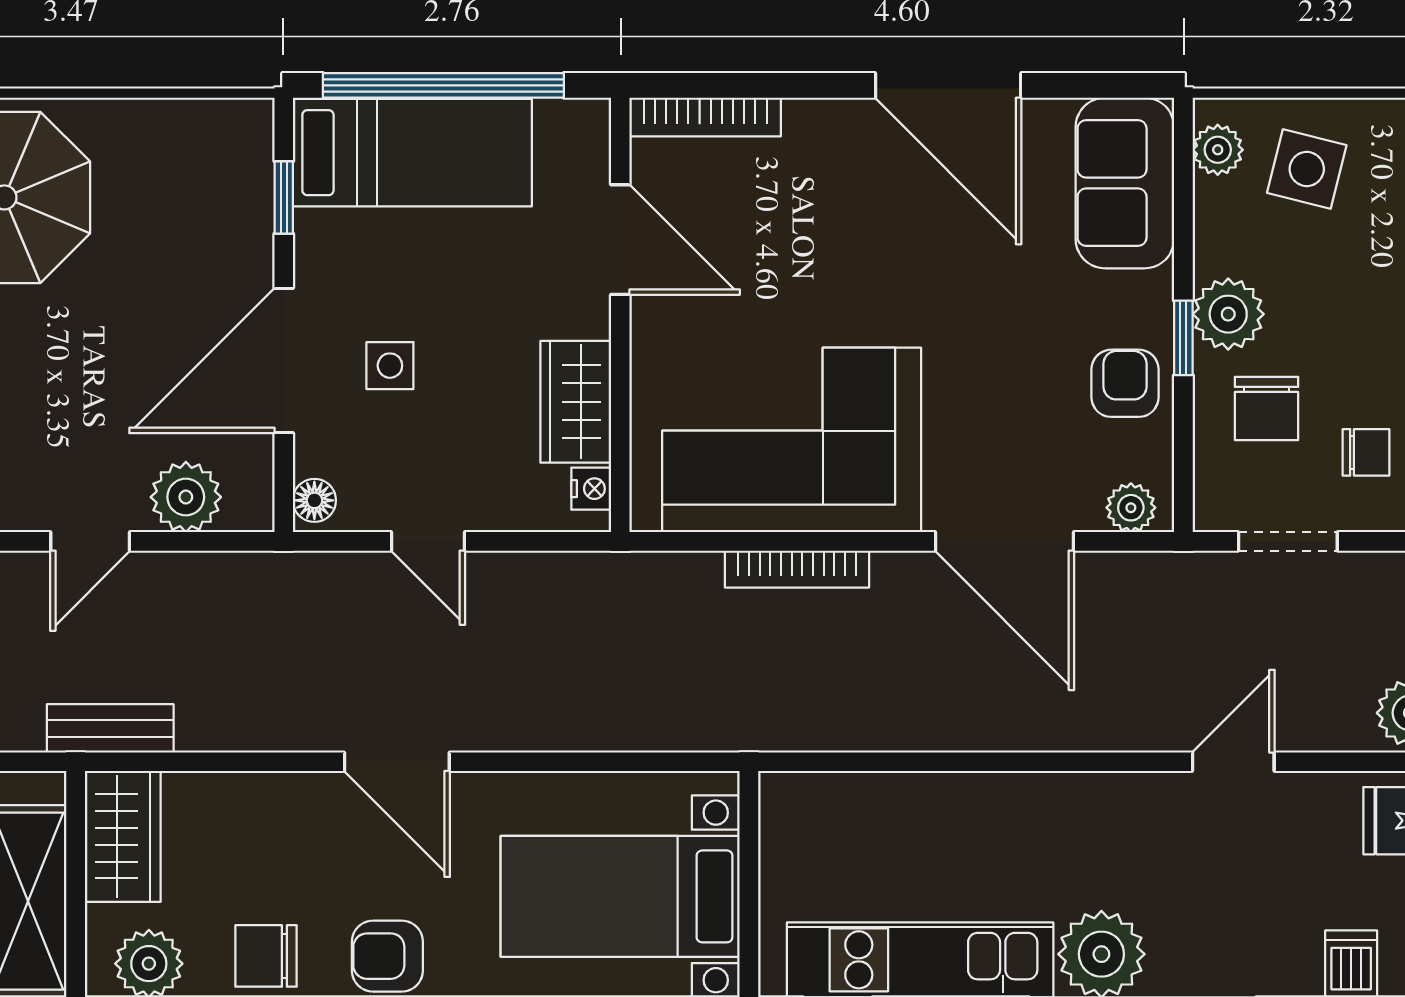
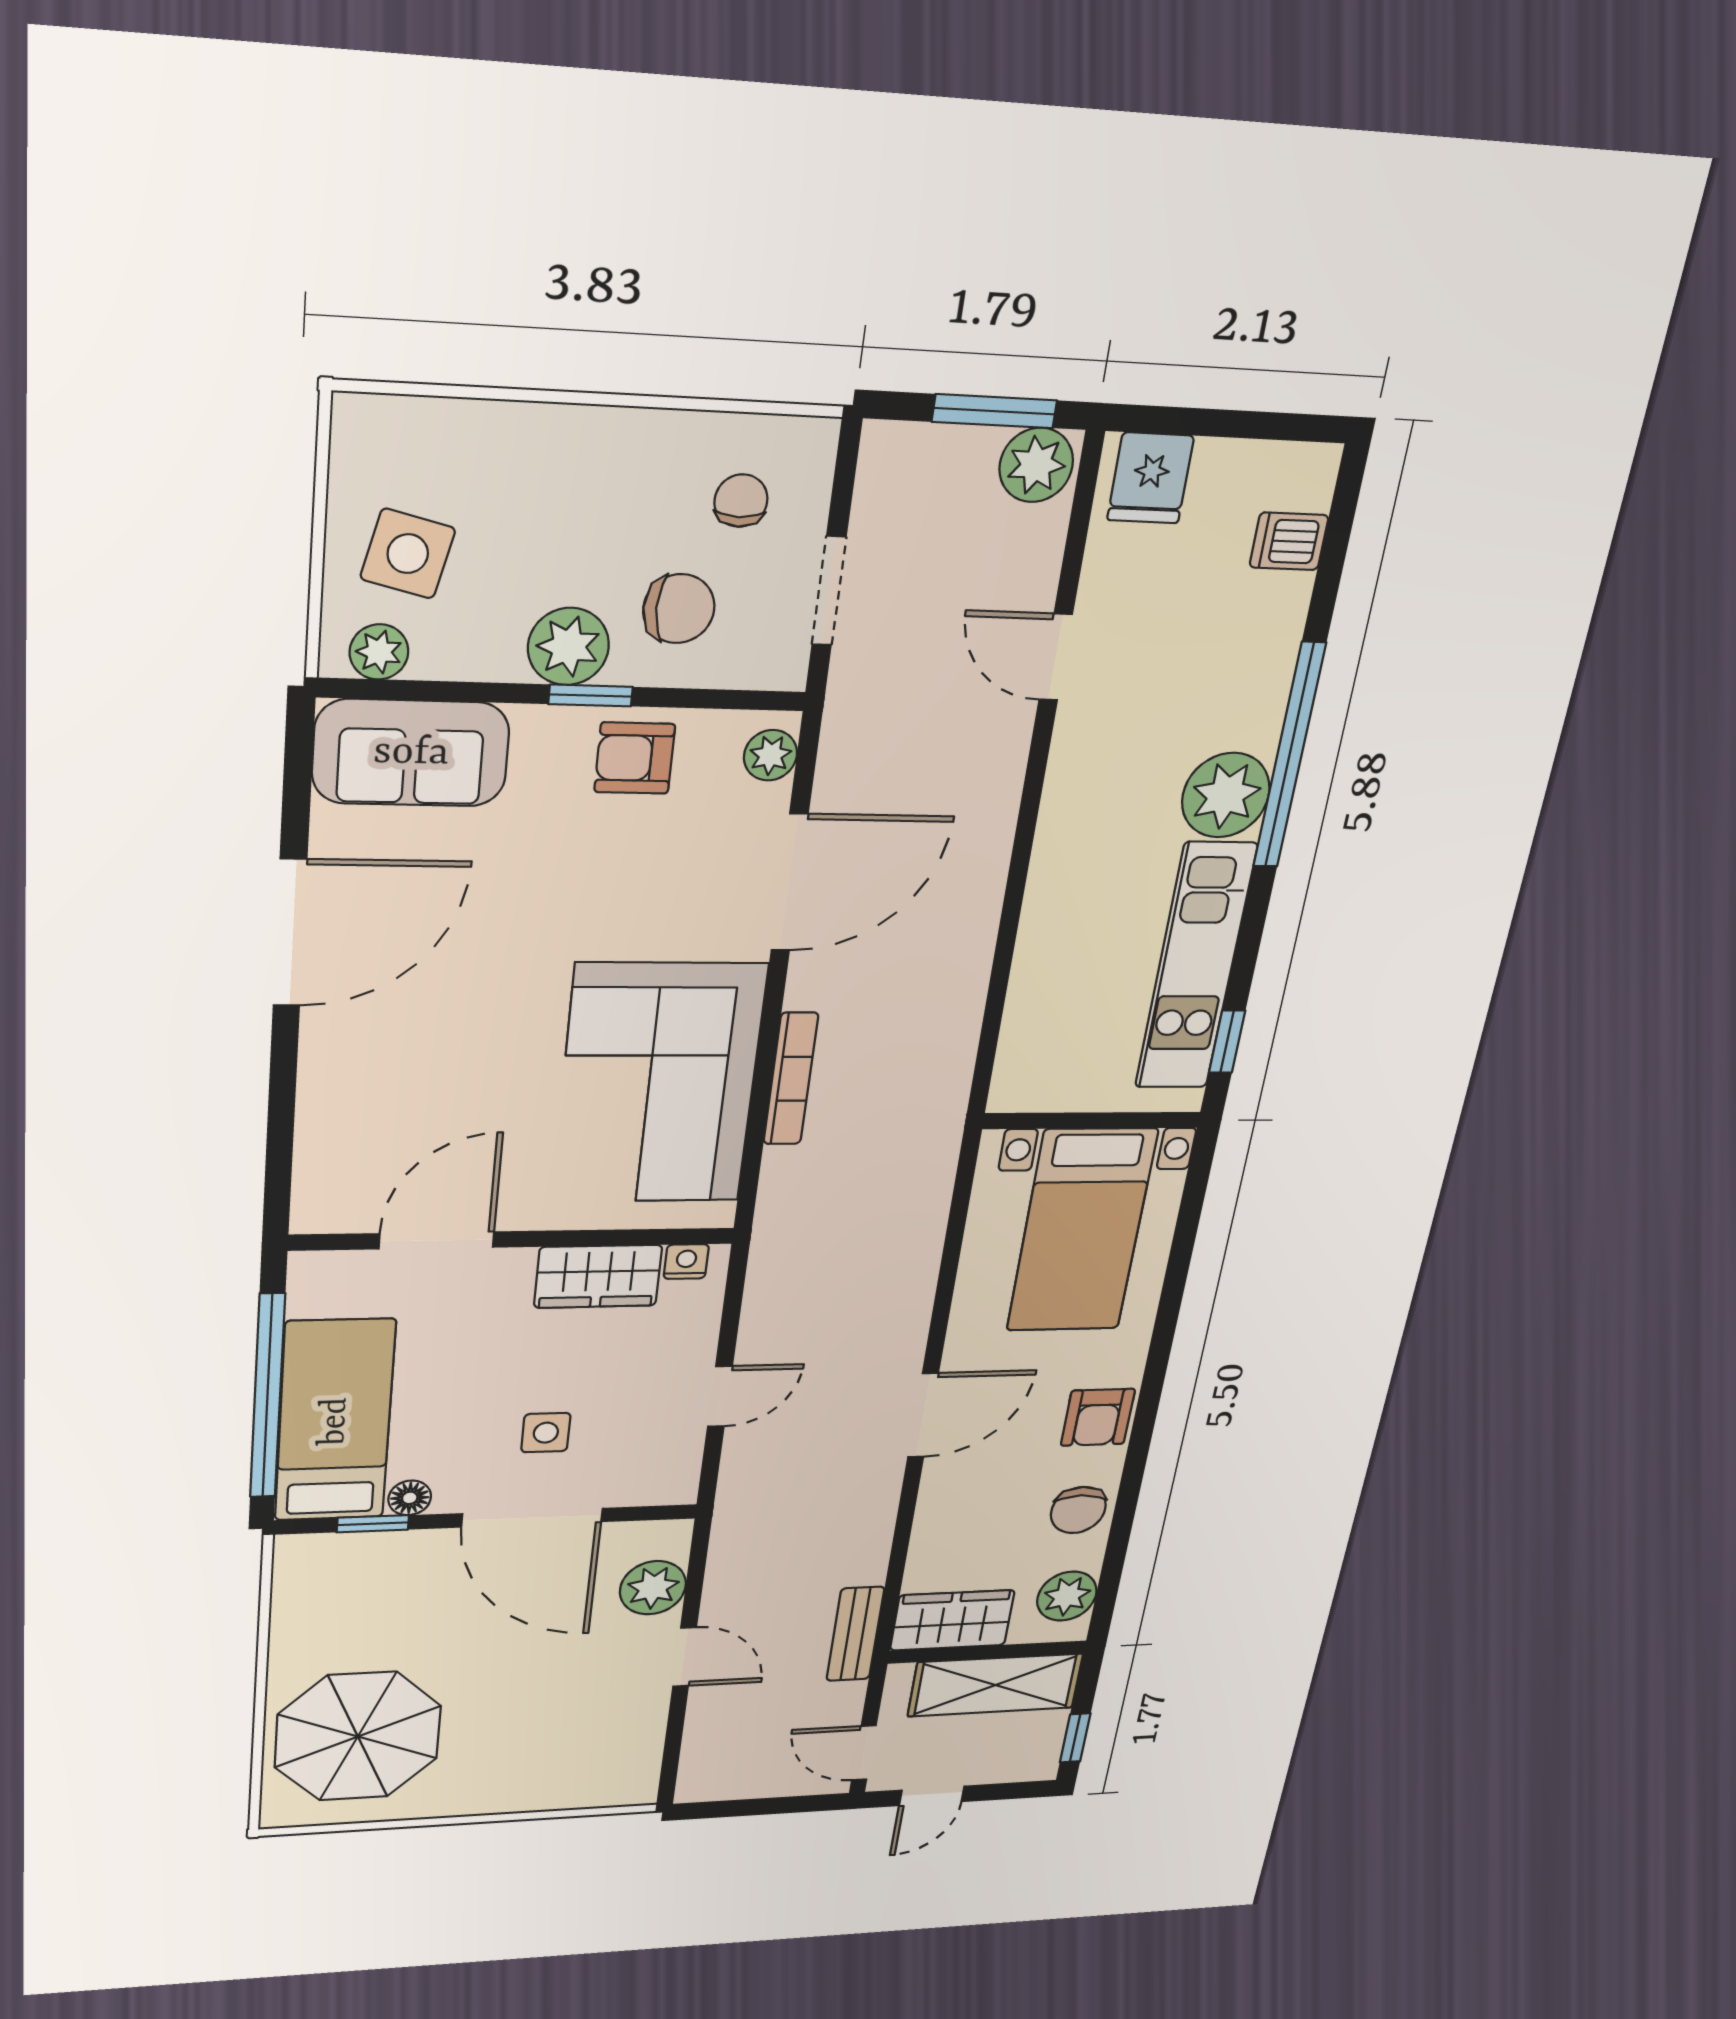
bookcase: (705, 117) -> (313, 1166), removed
floor lamp: (314, 500) -> (410, 1498), moved

